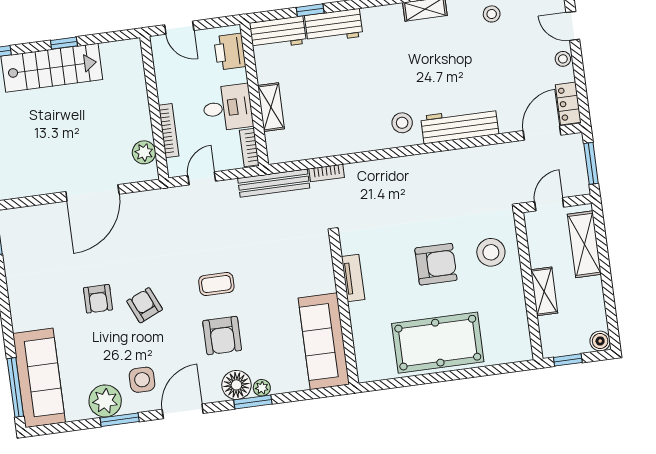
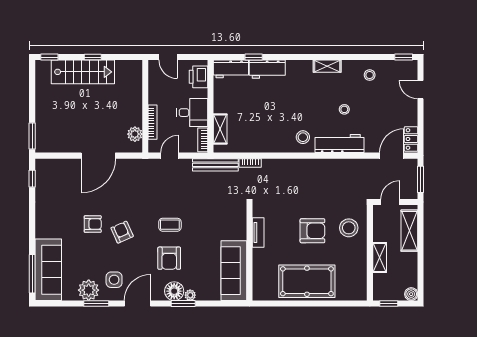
stool: (563, 59) -> (344, 109), moved
shelving: (271, 107) -> (220, 129), moved
armchair: (98, 299) -> (93, 224), turned -90

